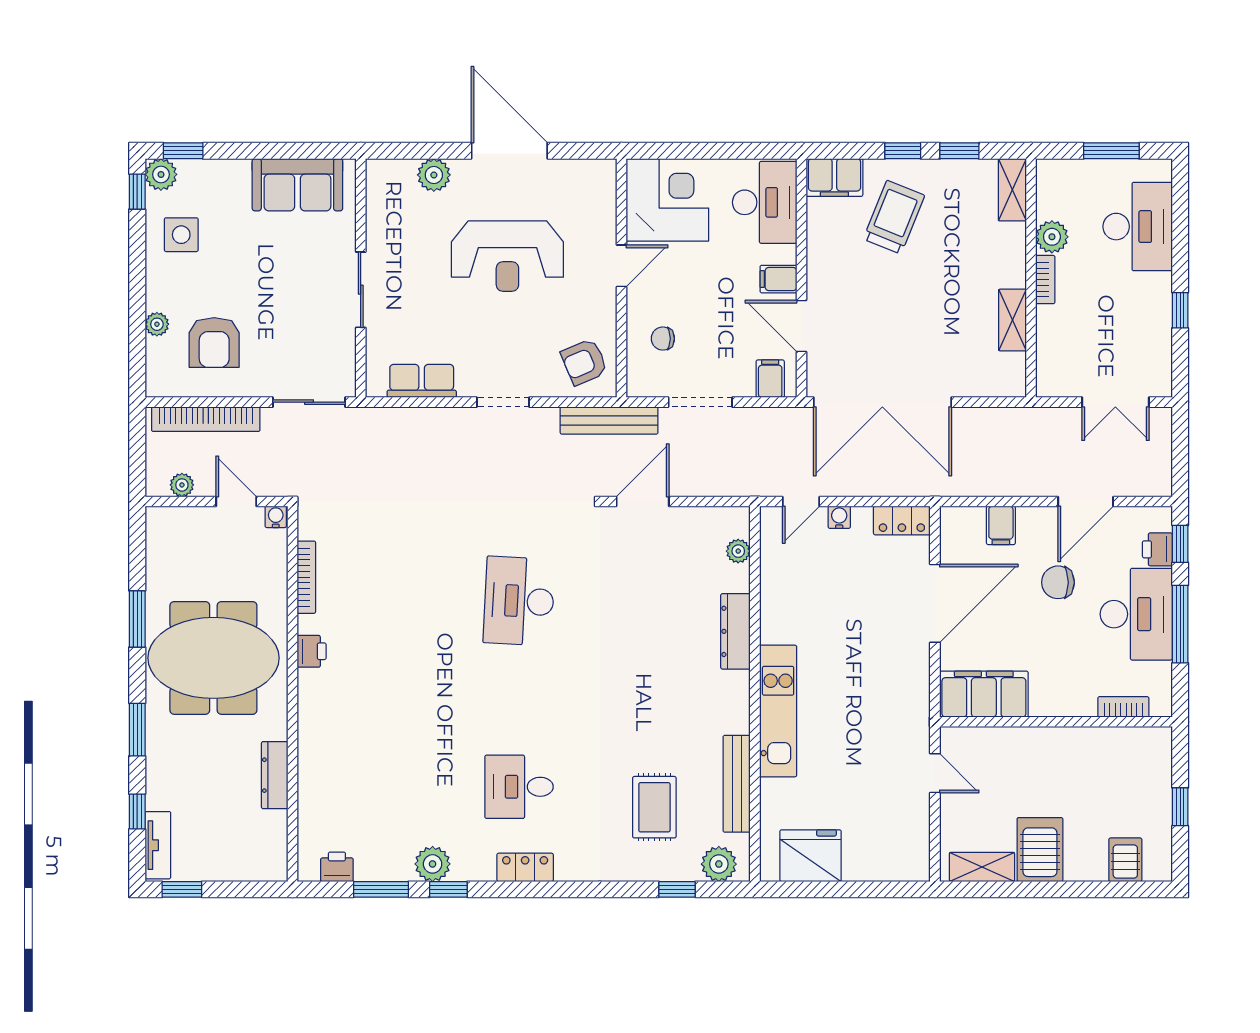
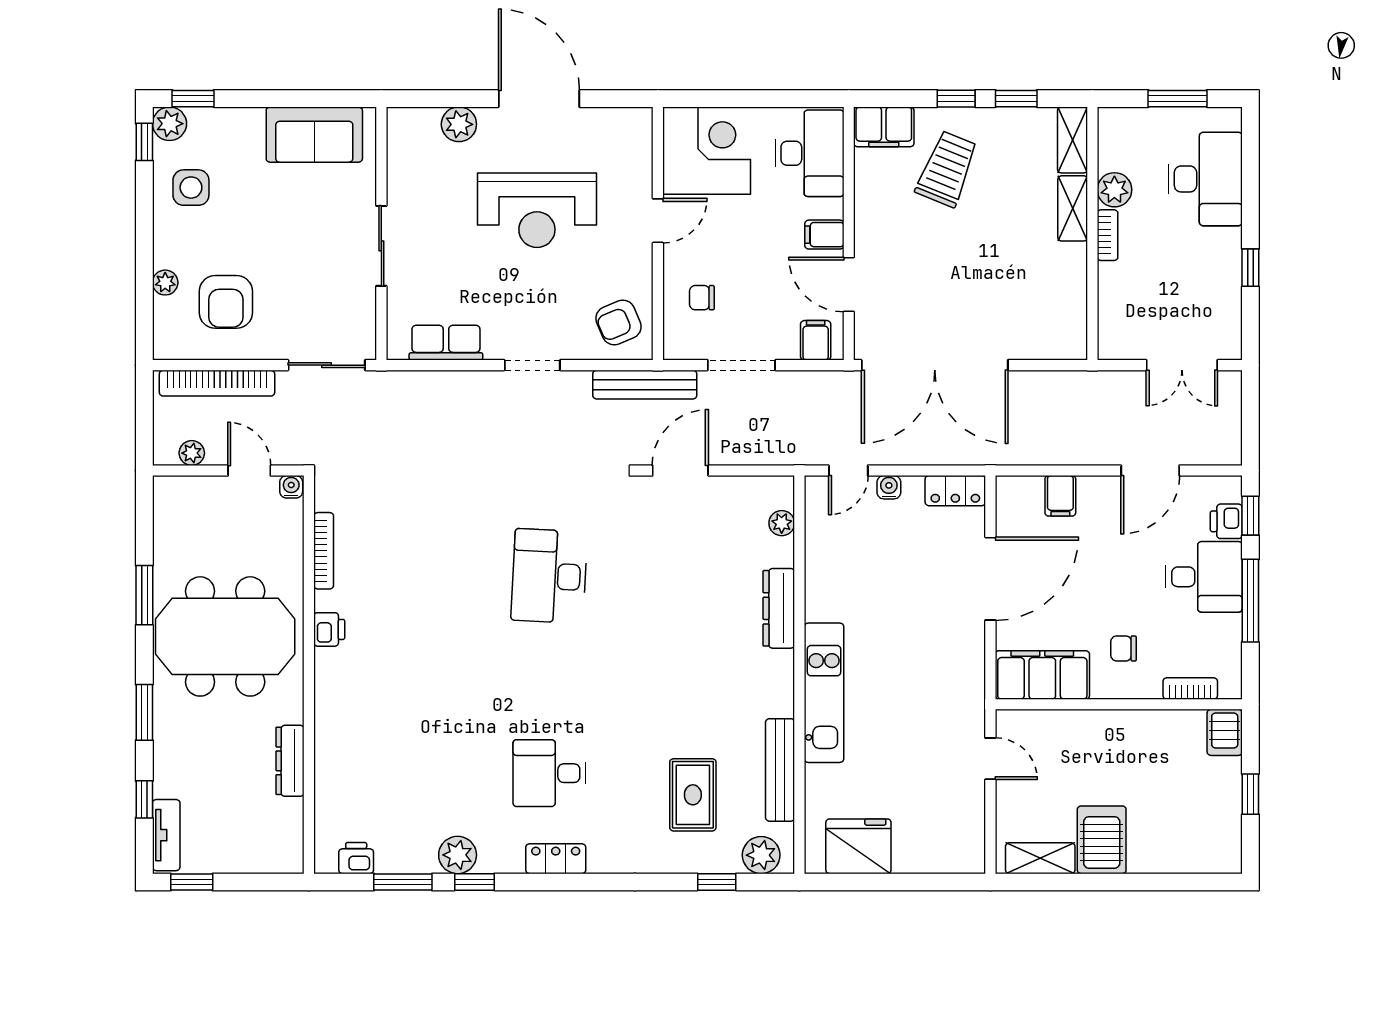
shelving: (1013, 320) -> (1073, 208), moved
chair: (1058, 582) -> (1123, 648), moved, width x0.73, depth x0.73
desk: (1136, 614) -> (1204, 577), width x0.73
server rack: (1125, 860) -> (1225, 732), moved, turned 180

